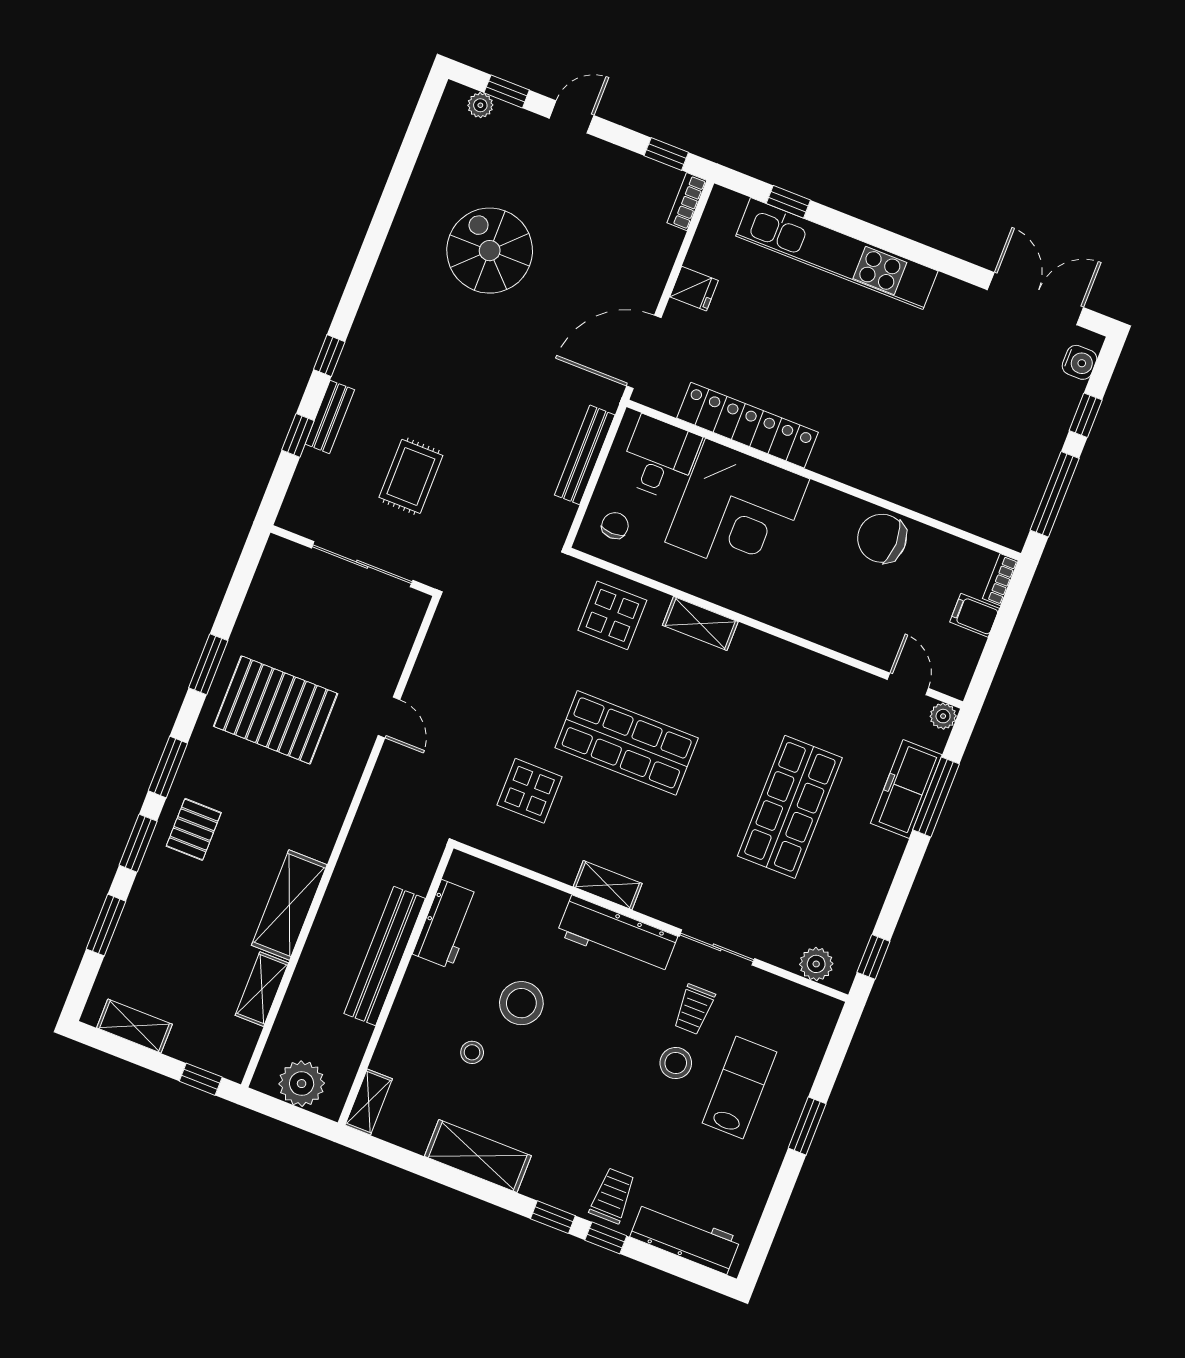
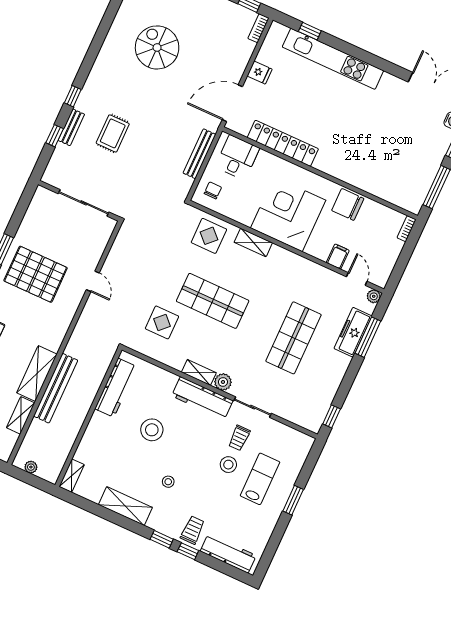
rug: (411, 476) -> (113, 133), moved
corner desk: (737, 511) -> (288, 214), moved, turned 180
filing cabinet: (975, 615) -> (338, 256), moved, turned 90
workbench: (446, 924) -> (116, 388), width x1.38
bench: (385, 956) -> (56, 388), moved
plant: (816, 964) -> (223, 382), moved
stool: (472, 1052) -> (168, 482), moved
plant: (302, 1084) -> (31, 467), width x0.53, depth x0.53

